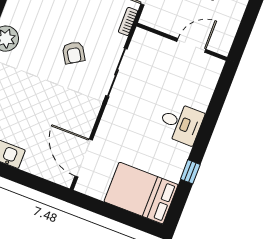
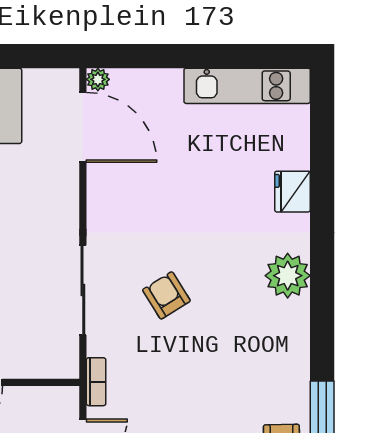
plant: (66, 180) -> (98, 79), added

